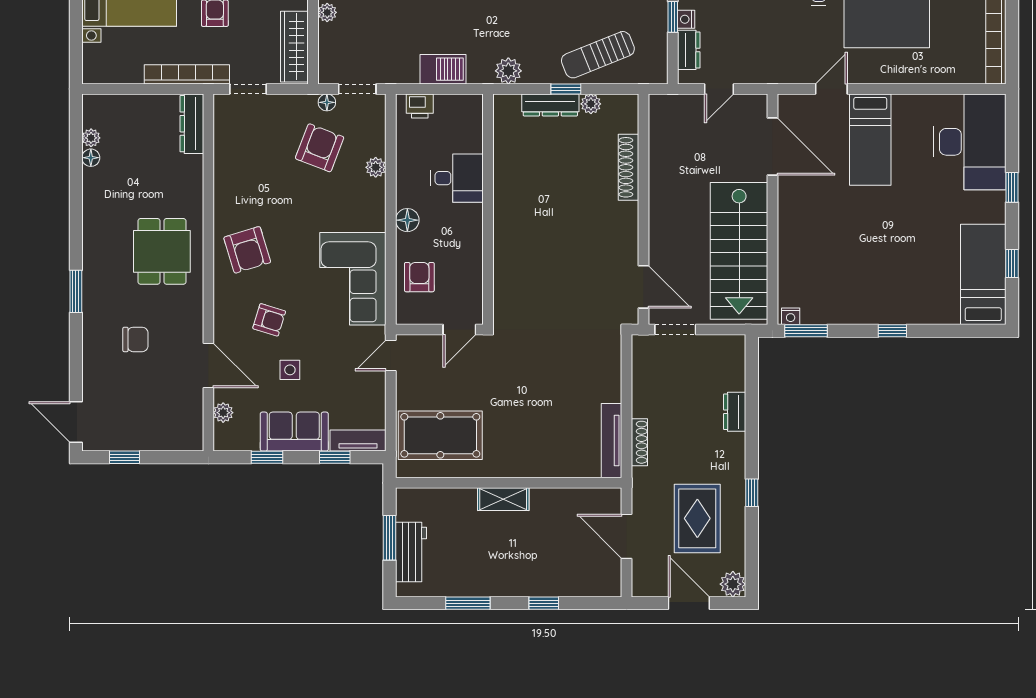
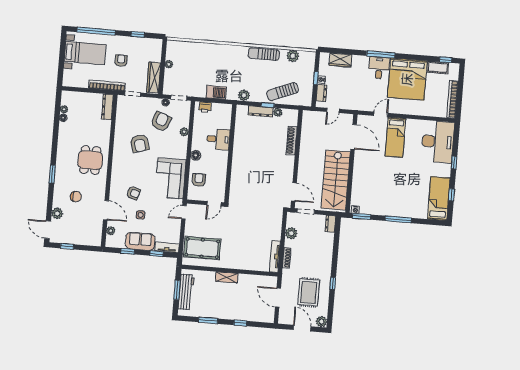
armchair: (247, 250) -> (140, 143), moved
window: (892, 331) -> (398, 219), width x2.17
plant: (95, 382) -> (57, 213), added
plant: (645, 384) -> (291, 233), added
dresser: (735, 412) -> (330, 224), moved
workbench: (411, 552) -> (186, 292), width x1.38

